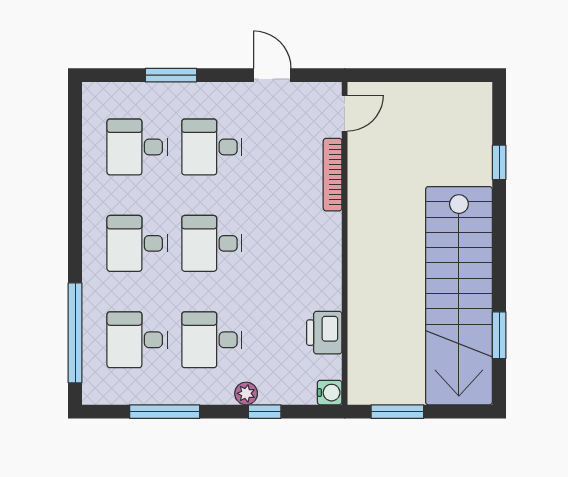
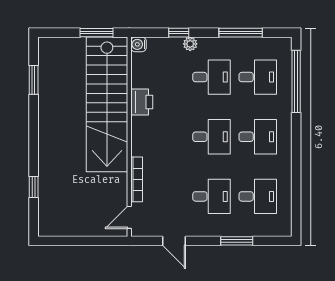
stairs: (459, 296) -> (107, 104), moved, turned 180
printer: (324, 333) -> (142, 102), moved

